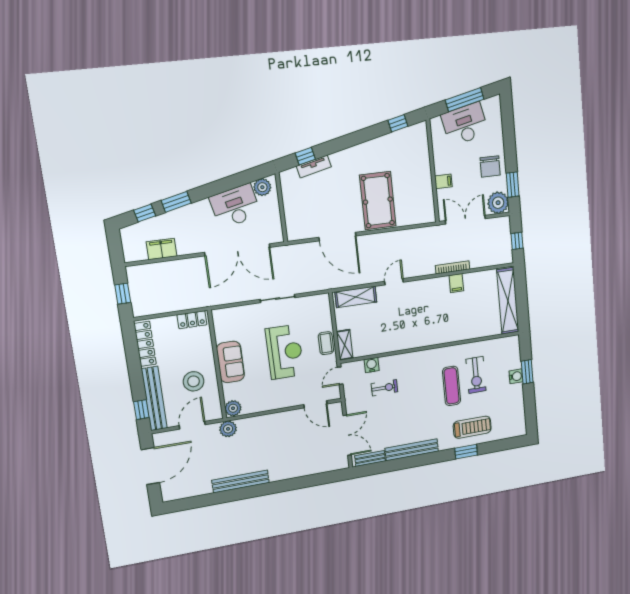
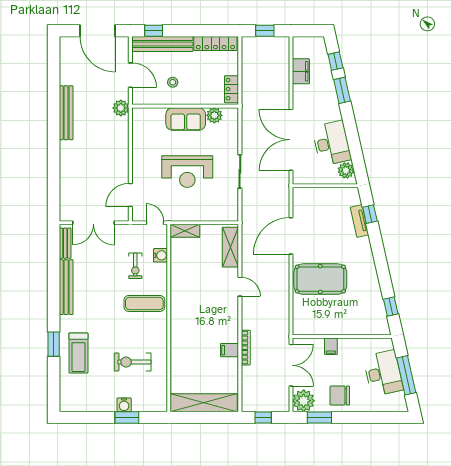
coffee table: (326, 343) -> (190, 213), removed
stool: (194, 381) -> (173, 82), width x0.53, depth x0.53
exercise mat: (452, 386) -> (144, 303), moved
plant: (233, 408) -> (214, 115), moved

